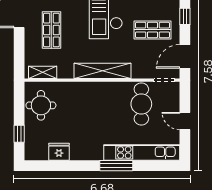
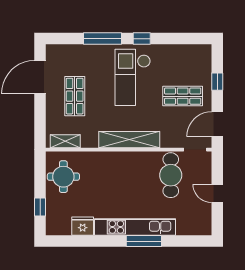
kitchen unit: (142, 152) -> (135, 227), moved

